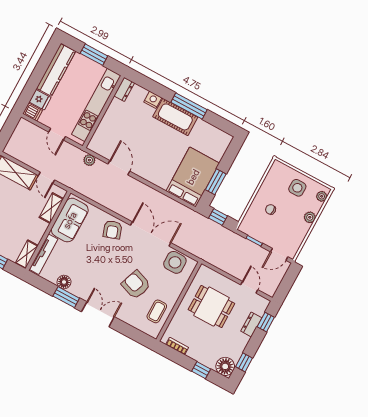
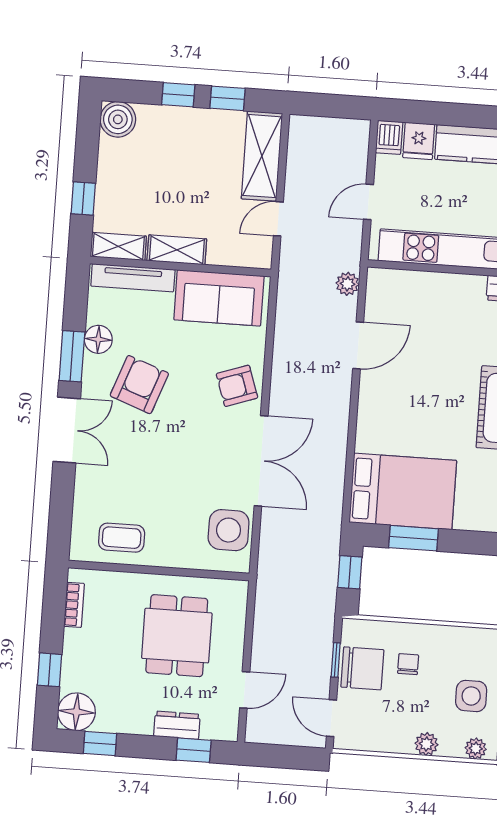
shelving: (51, 208) -> (177, 250), moved
chair: (263, 231) -> (362, 668), added
armchair: (136, 285) -> (139, 385), moved

